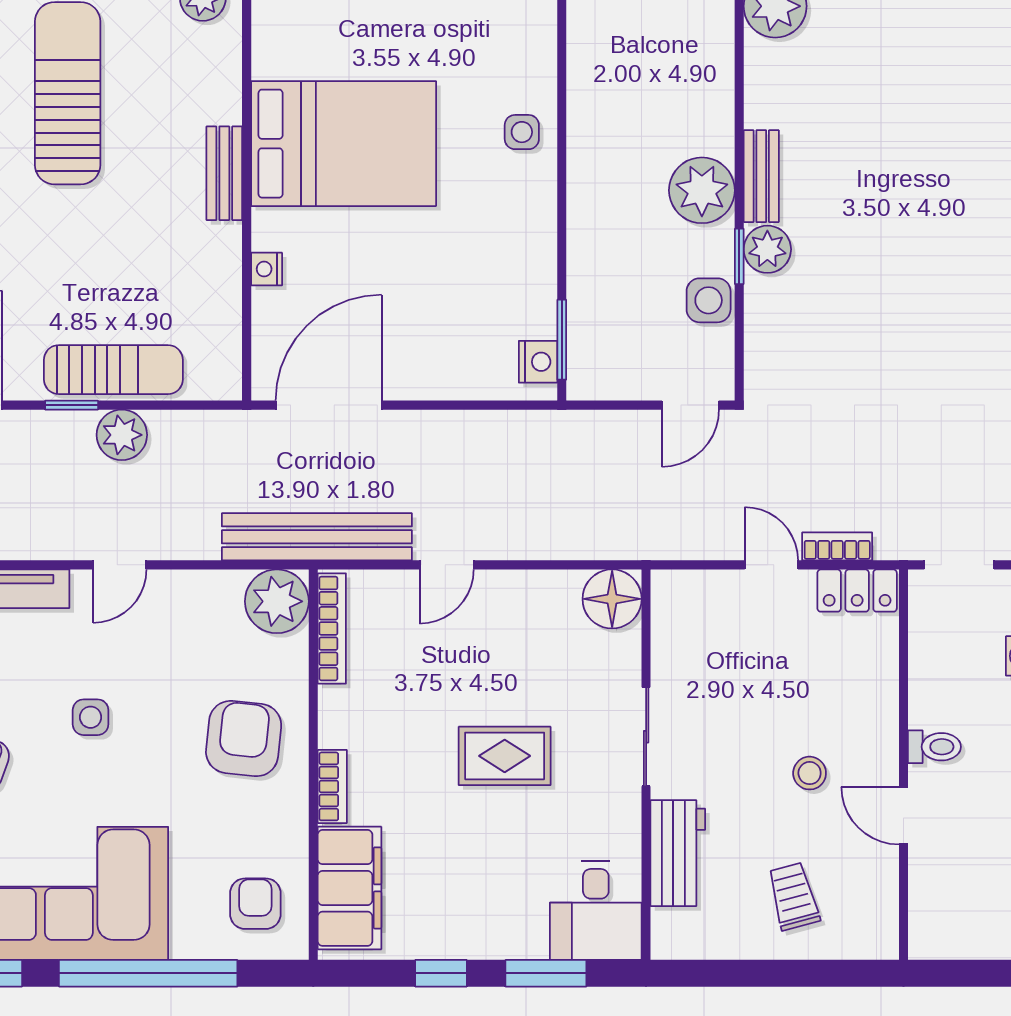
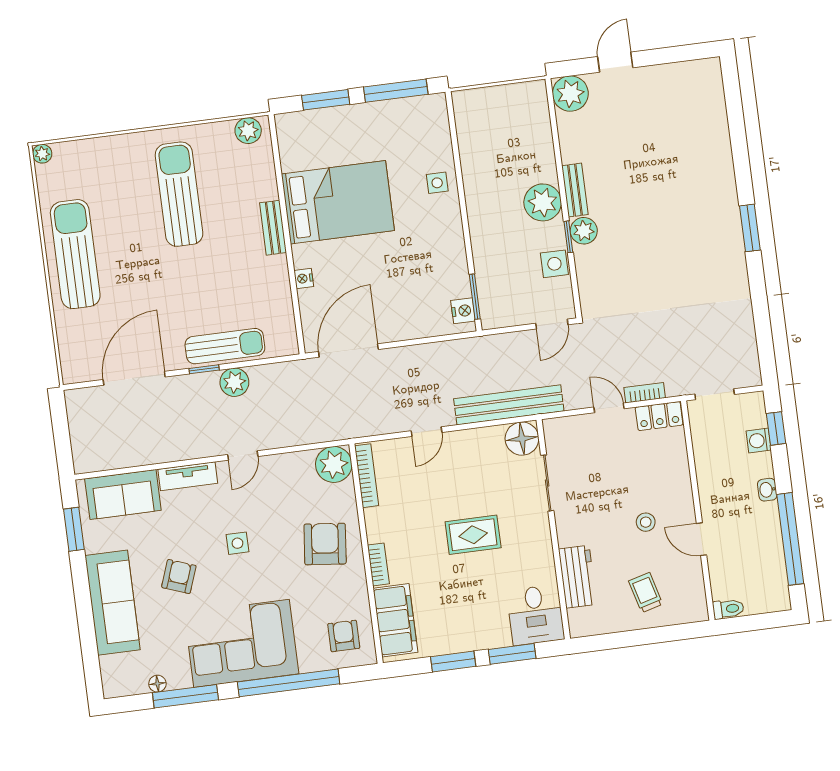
bench: (317, 537) -> (509, 405), moved
sliding door: (646, 737) -> (547, 483), moved
toilet: (934, 747) -> (728, 609), moved
window: (441, 973) -> (453, 661), width x1.50

